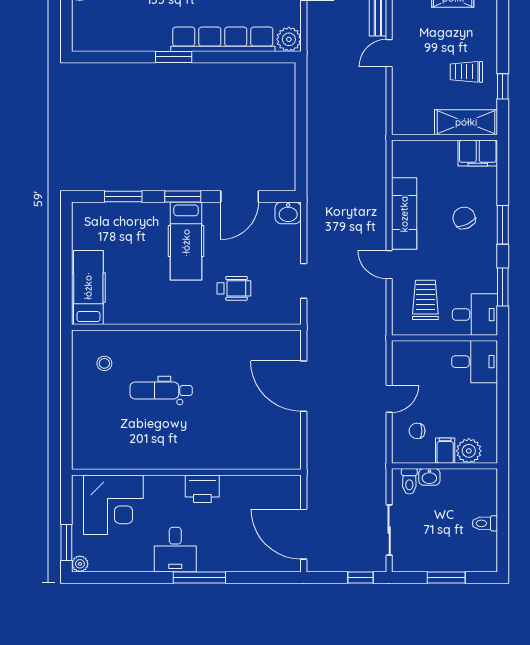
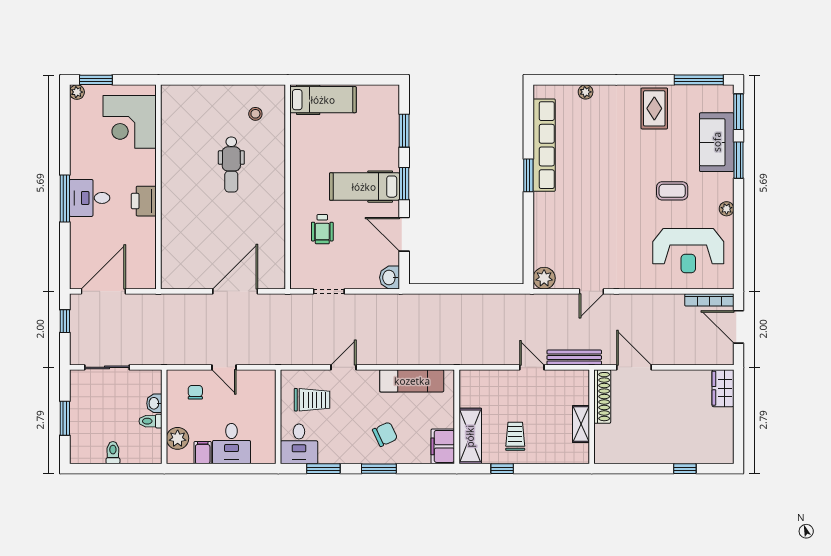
row of seats: (223, 39) -> (544, 145), moved
exam couch: (404, 214) -> (412, 381), moved
desk: (475, 362) -> (231, 444), moved
dental chair: (161, 390) -> (231, 164), turned 180
filing cabinet: (445, 451) -> (203, 453), moved, turned -90
toilet: (409, 481) -> (150, 421), moved
desk: (175, 550) -> (90, 198), moved
window: (361, 577) -> (65, 321), moved

